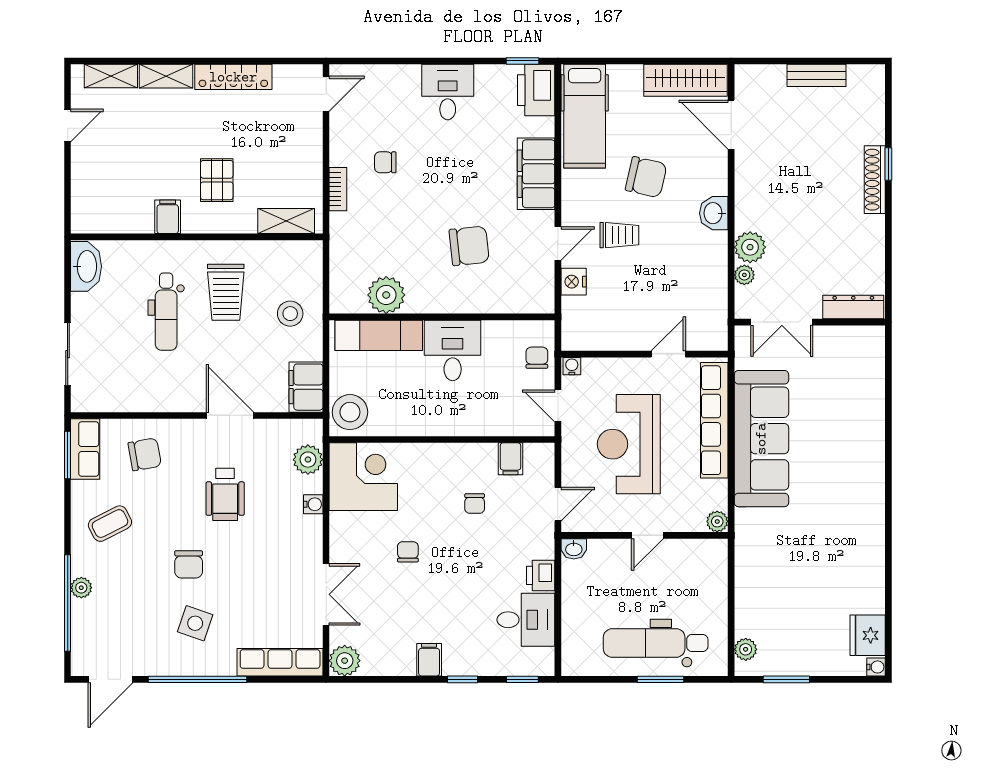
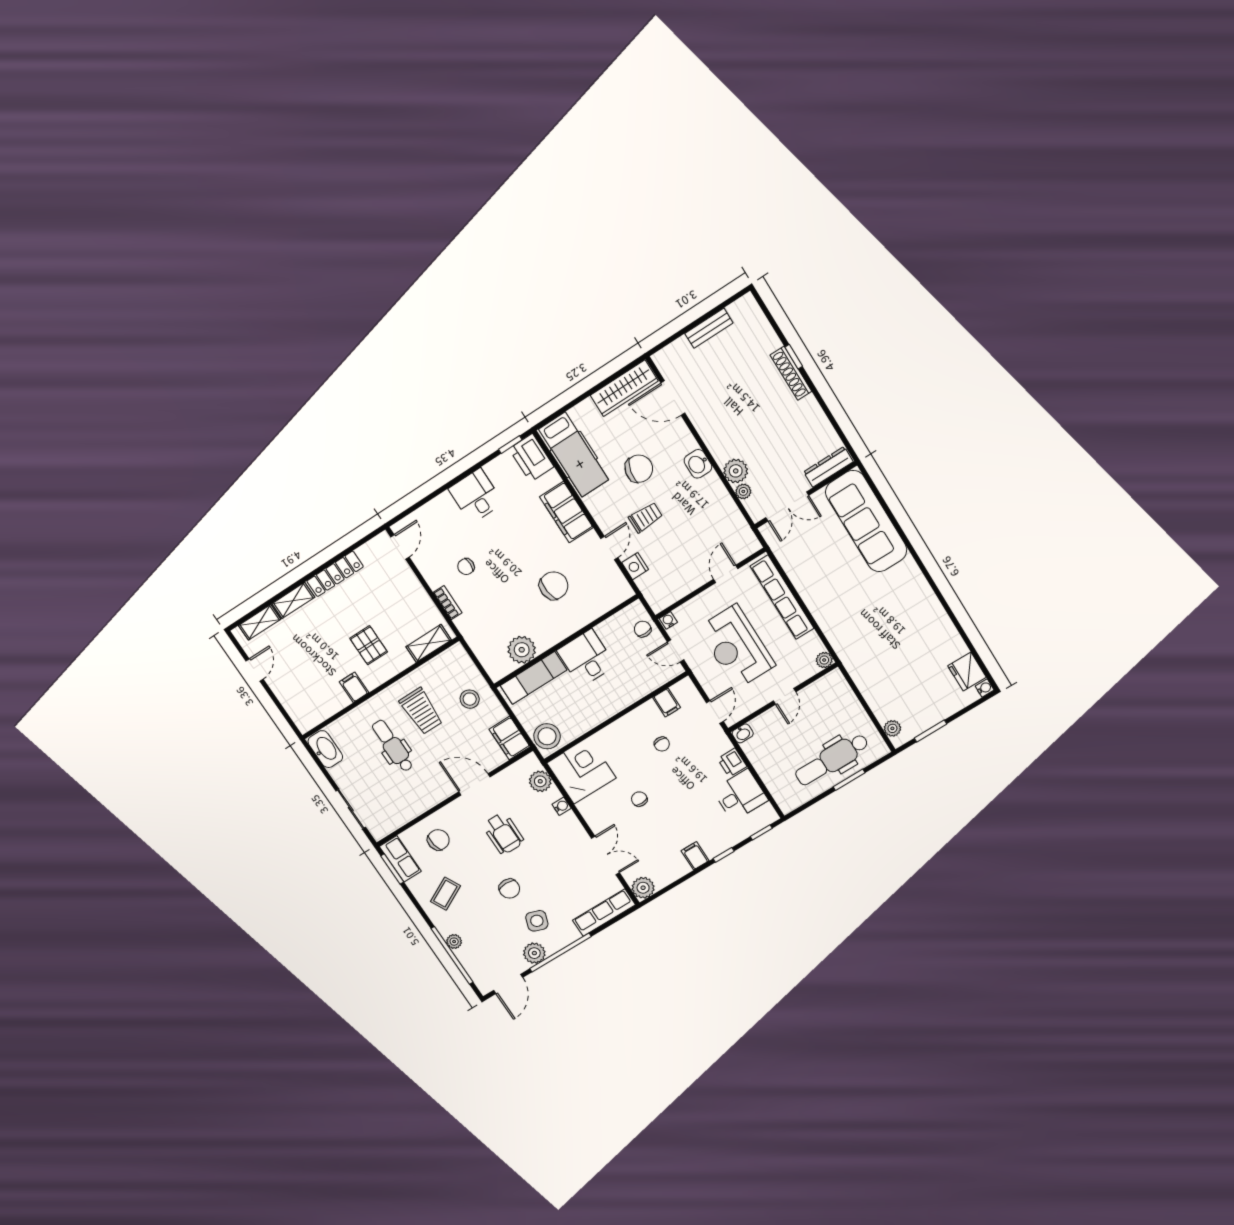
dental chair: (166, 312) -> (393, 746), turned 180
sofa: (761, 439) -> (866, 521), moved, turned 180
plant: (166, 661) -> (534, 953), added

